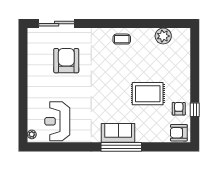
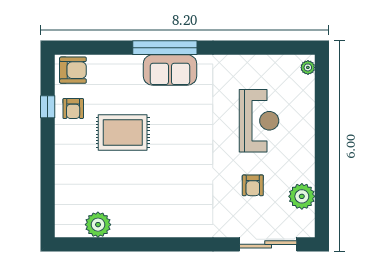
coffee table: (122, 39) -> (164, 220), removed
plant: (36, 54) -> (302, 196), added
armchair: (66, 61) -> (253, 185), width x0.53, depth x0.53
reception desk: (57, 121) -> (259, 121), moved

